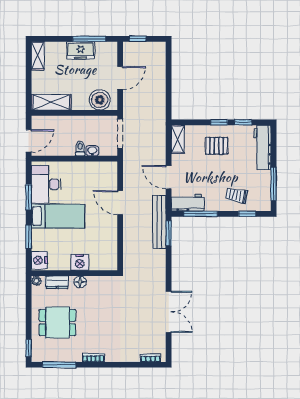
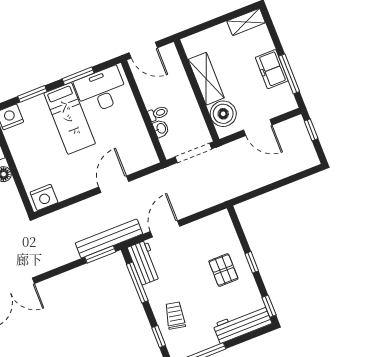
shelving: (51, 102) -> (206, 79), moved
window: (243, 122) -> (269, 306), moved
shelving: (178, 139) -> (213, 222), removed
nightstand: (80, 262) -> (44, 197), moved, turned -90

